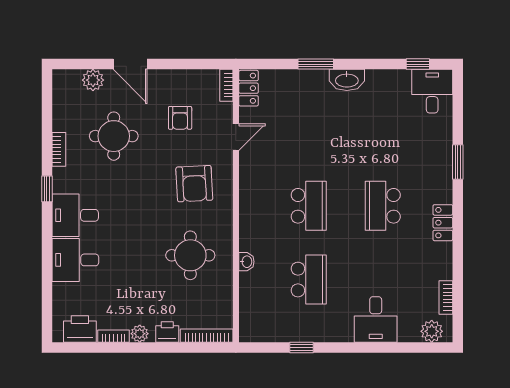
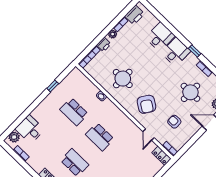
armchair: (194, 184) -> (146, 104), turned -143
desk: (376, 319) -> (30, 129), moved

